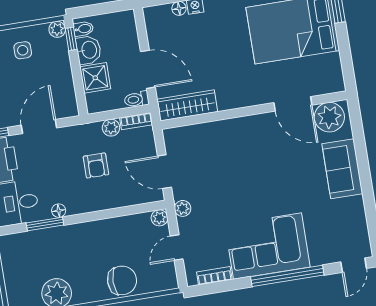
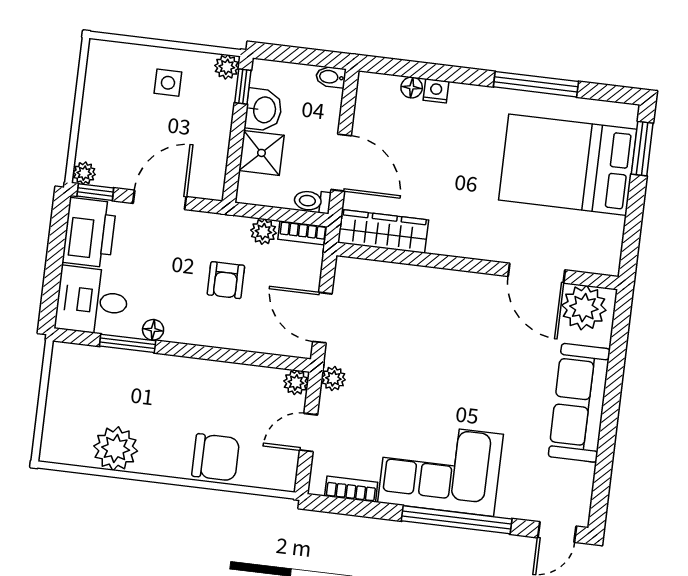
bidet: (83, 29) -> (331, 77), moved, turned 180
sofa: (342, 169) -> (579, 403), width x1.36

